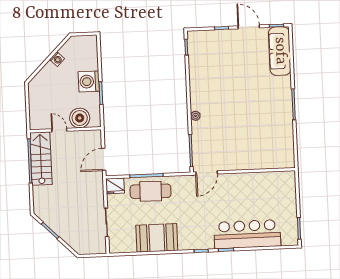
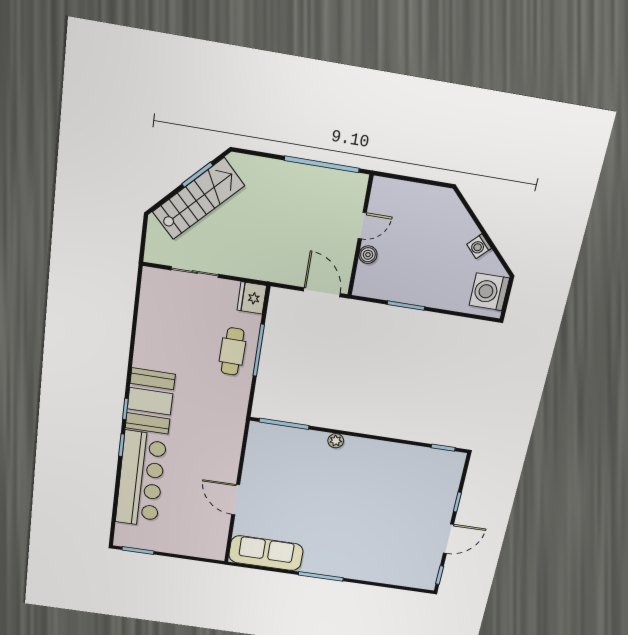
sofa: (280, 51) -> (266, 553), moved
washing machine: (89, 81) -> (489, 292), moved, turned -90
boiler: (80, 118) -> (368, 255), width x0.54, depth x0.54
stairs: (41, 159) -> (198, 199), moved, turned -45
door: (104, 159) -> (322, 292), moved
door: (207, 173) -> (236, 500), moved
cafe table: (151, 191) -> (233, 351), width x0.73, depth x0.74
booth: (157, 238) -> (150, 401), moved

